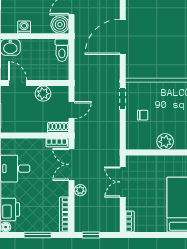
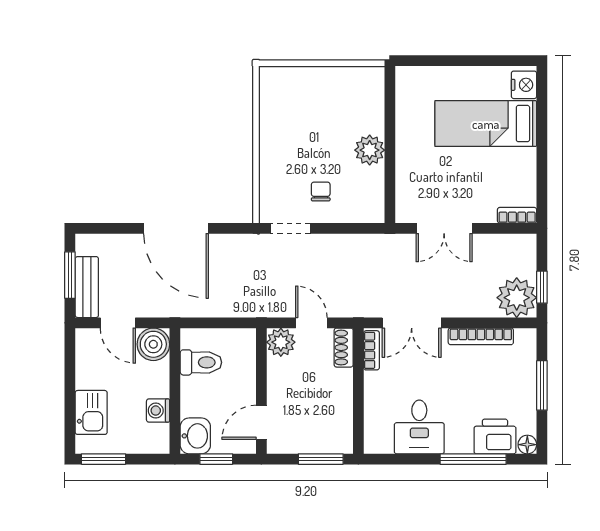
toilet: (62, 50) -> (201, 362), moved
plant: (43, 94) -> (281, 342), moved
plant: (80, 190) -> (517, 298), moved, width x1.87, depth x1.87
bookcase: (64, 214) -> (481, 336), moved

